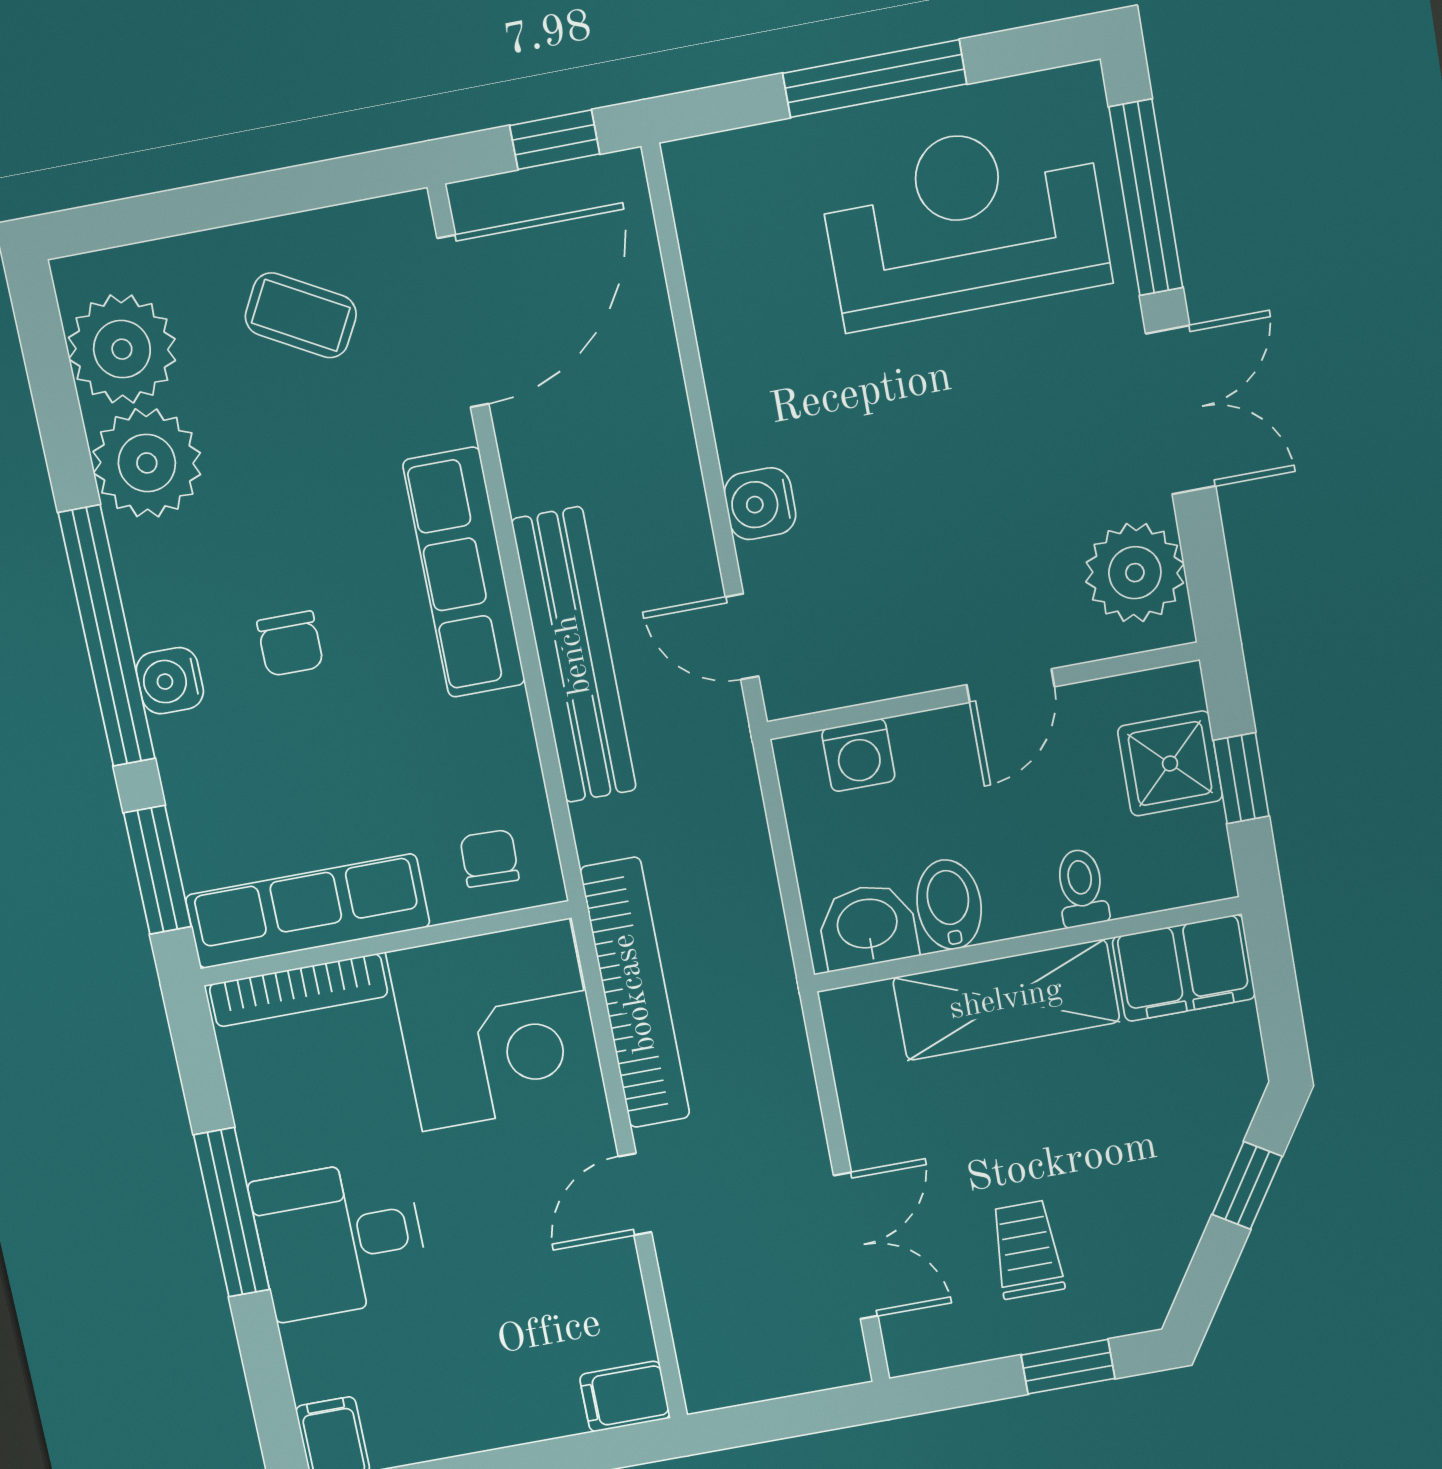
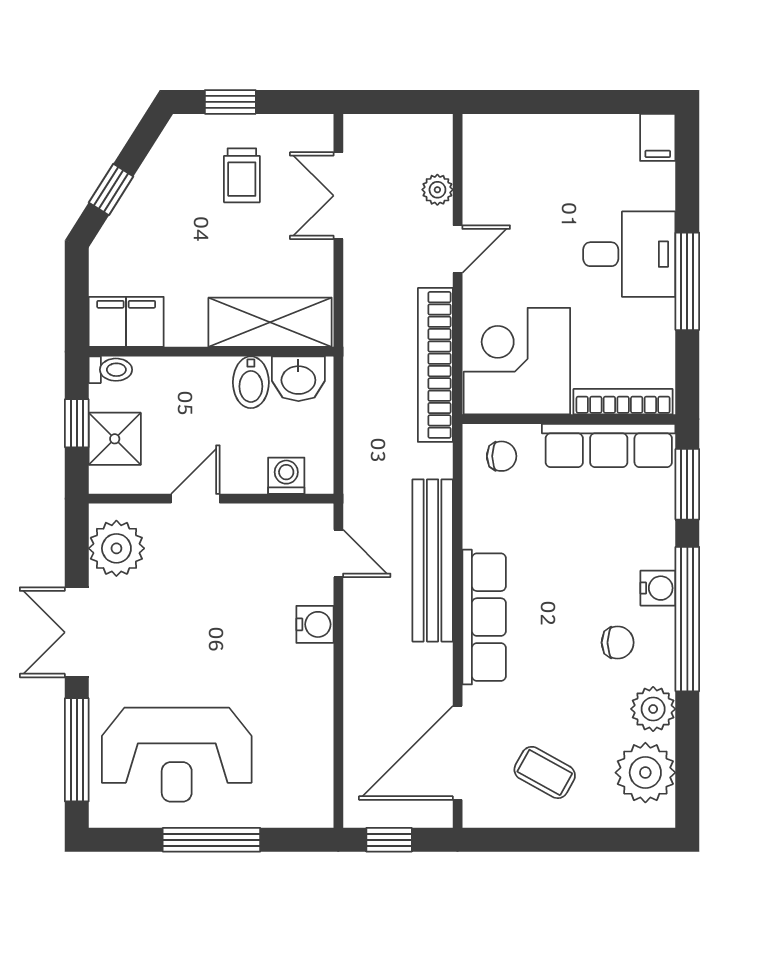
plant: (147, 463) -> (653, 709), width x0.73, depth x0.73
chair: (290, 644) -> (618, 643), moved, turned 90
chair: (489, 858) -> (502, 456), turned -92
toilet: (1081, 888) -> (110, 370), moved, turned -90
shelving: (1006, 1000) -> (270, 322), moved
plant: (689, 1286) -> (437, 190), added
filing cabinet: (625, 1396) -> (486, 132), removed

